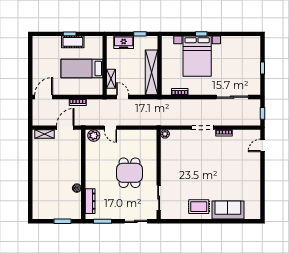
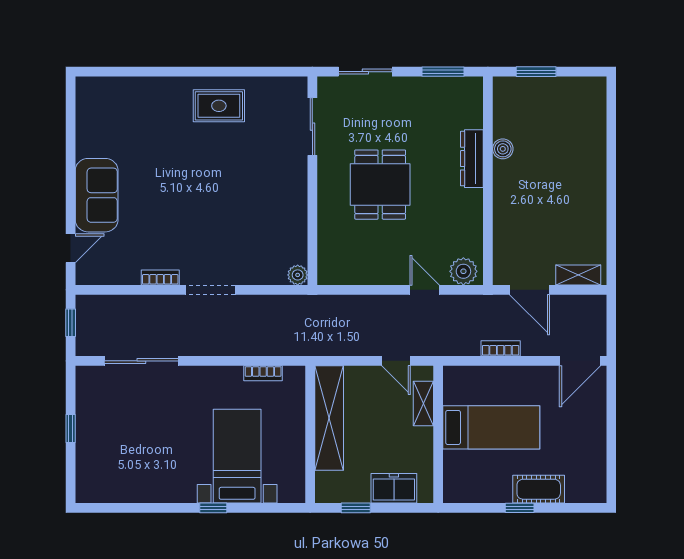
cot: (73, 42) -> (539, 489), moved
bed with nightstands: (197, 56) -> (237, 456), width x0.73
door: (65, 128) -> (530, 290), hinge flipped
dresser: (90, 201) -> (472, 159), moved
sofa: (228, 210) -> (97, 195), moved, turned -90

